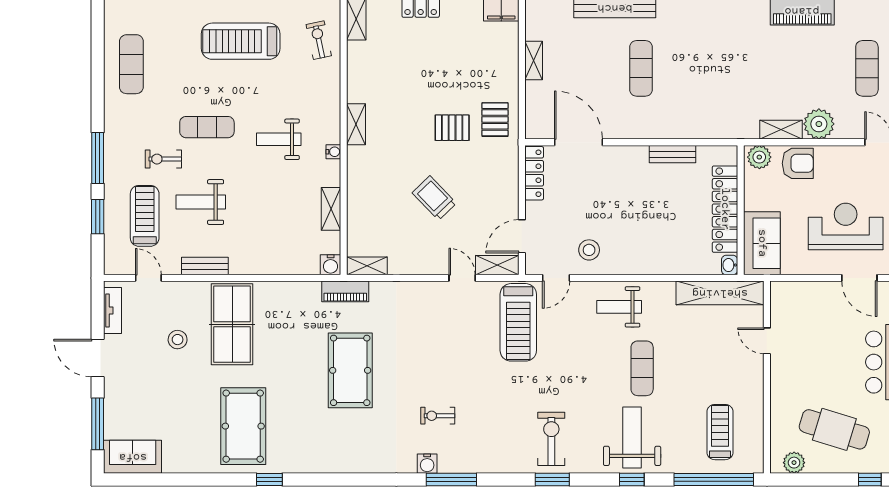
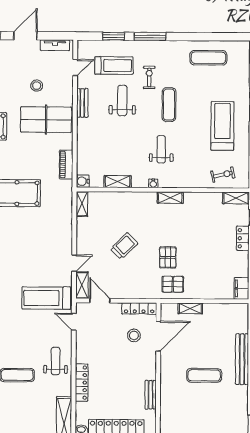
shelving: (534, 61) -> (190, 308), moved
stool: (589, 250) -> (134, 335), moved
locker: (654, 265) -> (82, 383), added
piano: (345, 291) -> (66, 165), moved

